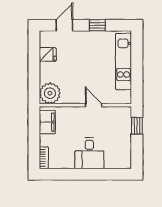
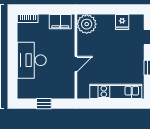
window: (137, 126) -> (44, 104), moved
desk: (89, 153) -> (32, 60), width x1.37

